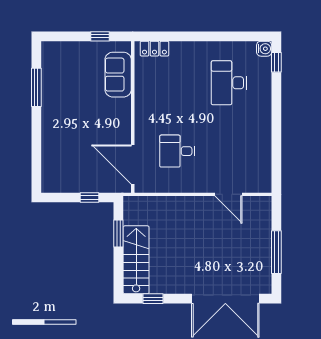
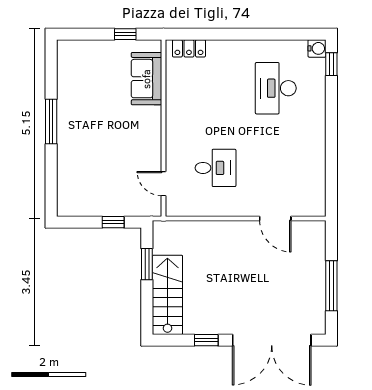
window: (36, 87) -> (51, 122), moved
desk: (177, 151) -> (215, 168), turned 180
door: (133, 164) -> (164, 184), width x0.53
window: (153, 299) -> (206, 340), moved

